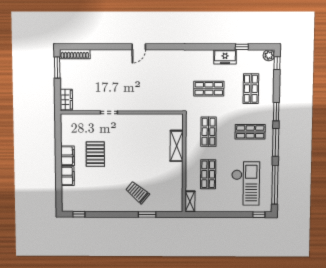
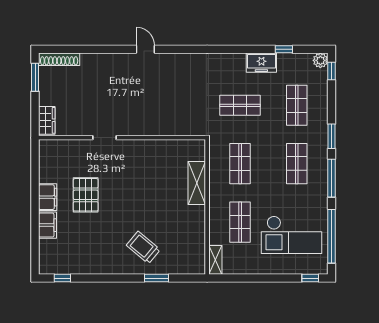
door: (139, 47) -> (145, 49), swing flipped
shop shelf: (250, 132) -> (297, 164), turned 90
checkout: (246, 184) -> (291, 235), turned 90

